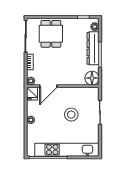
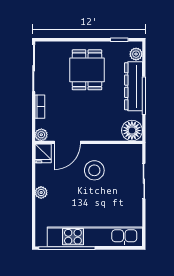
dining table: (51, 34) -> (87, 70), moved
stool: (71, 115) -> (94, 170), moved

